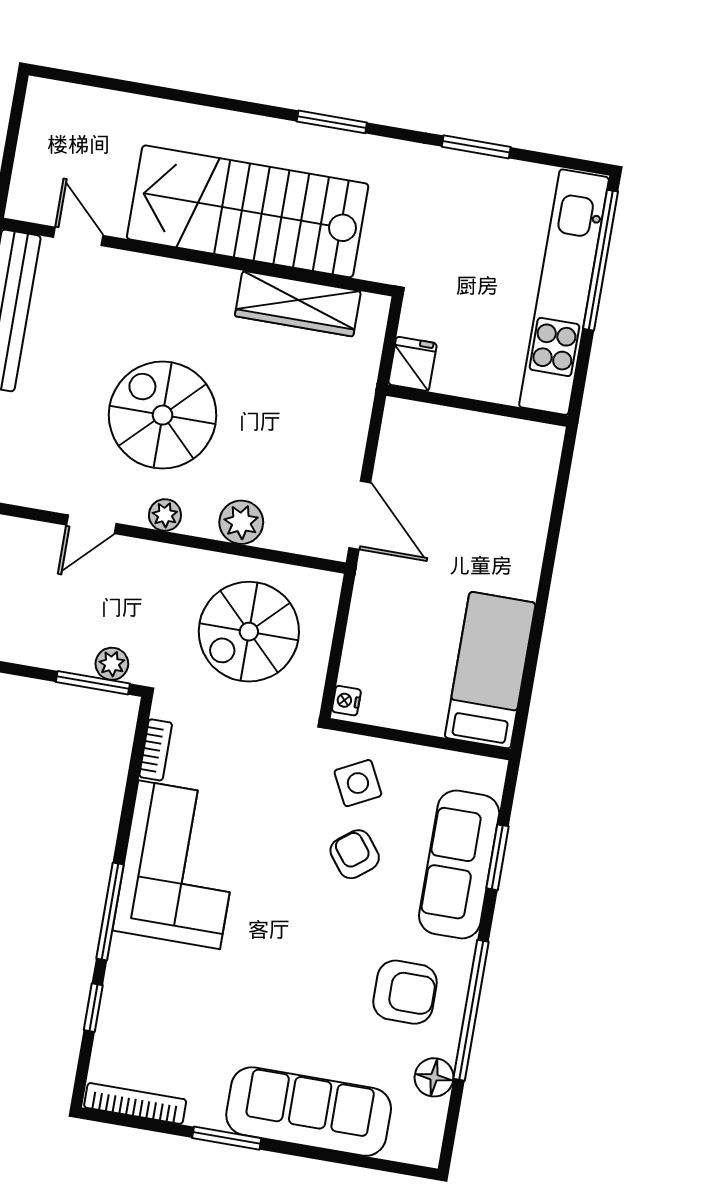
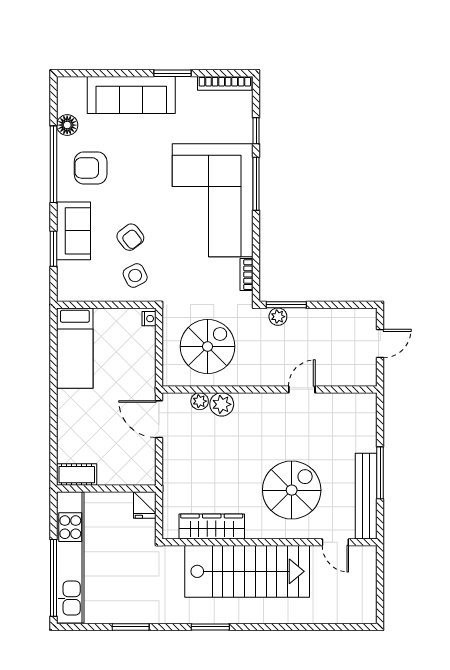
spiral stairs: (163, 415) -> (292, 490), moved, turned -90
cot: (526, 440) -> (77, 475), added
plant: (165, 515) -> (200, 401), moved
sofa: (459, 864) -> (73, 231), width x0.73
corner sofa: (179, 865) -> (213, 200), width x1.36, depth x1.36

